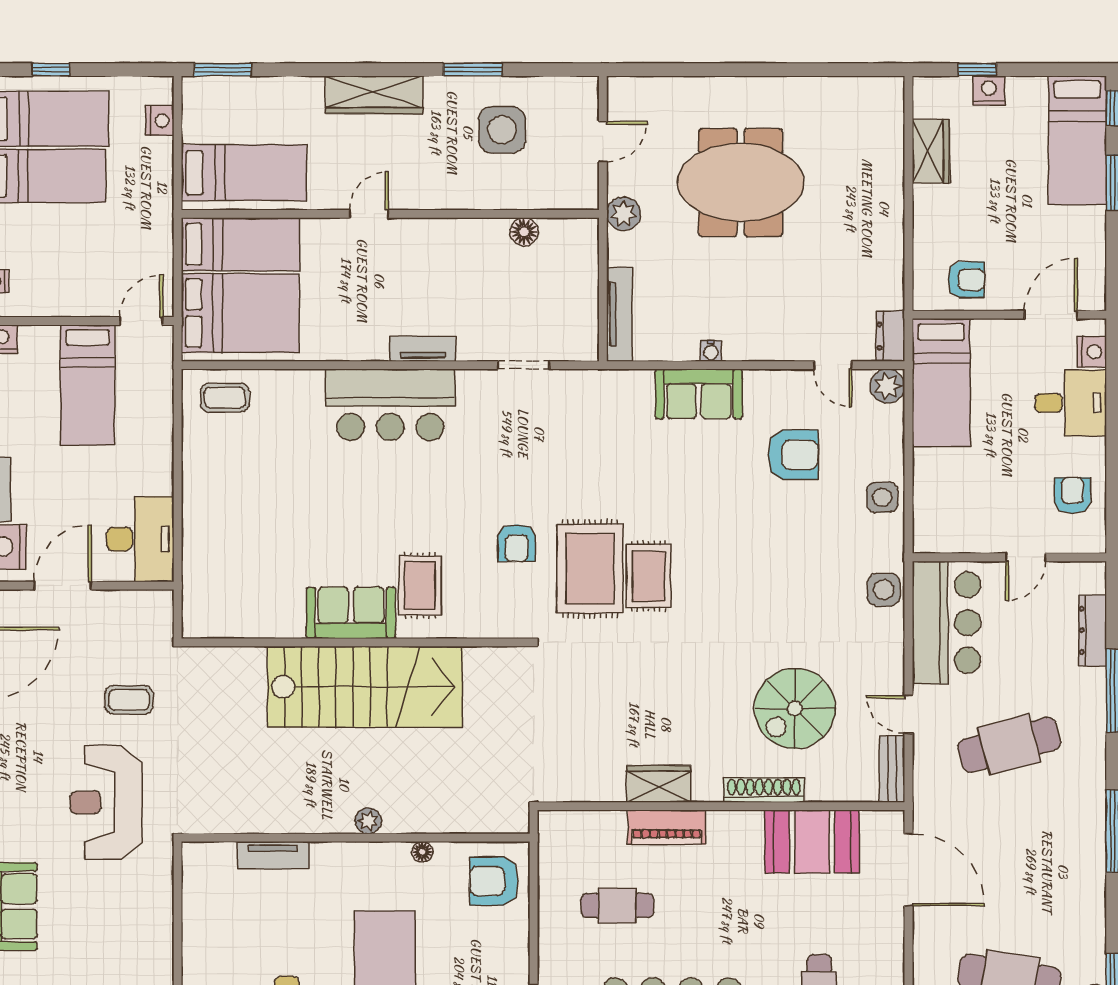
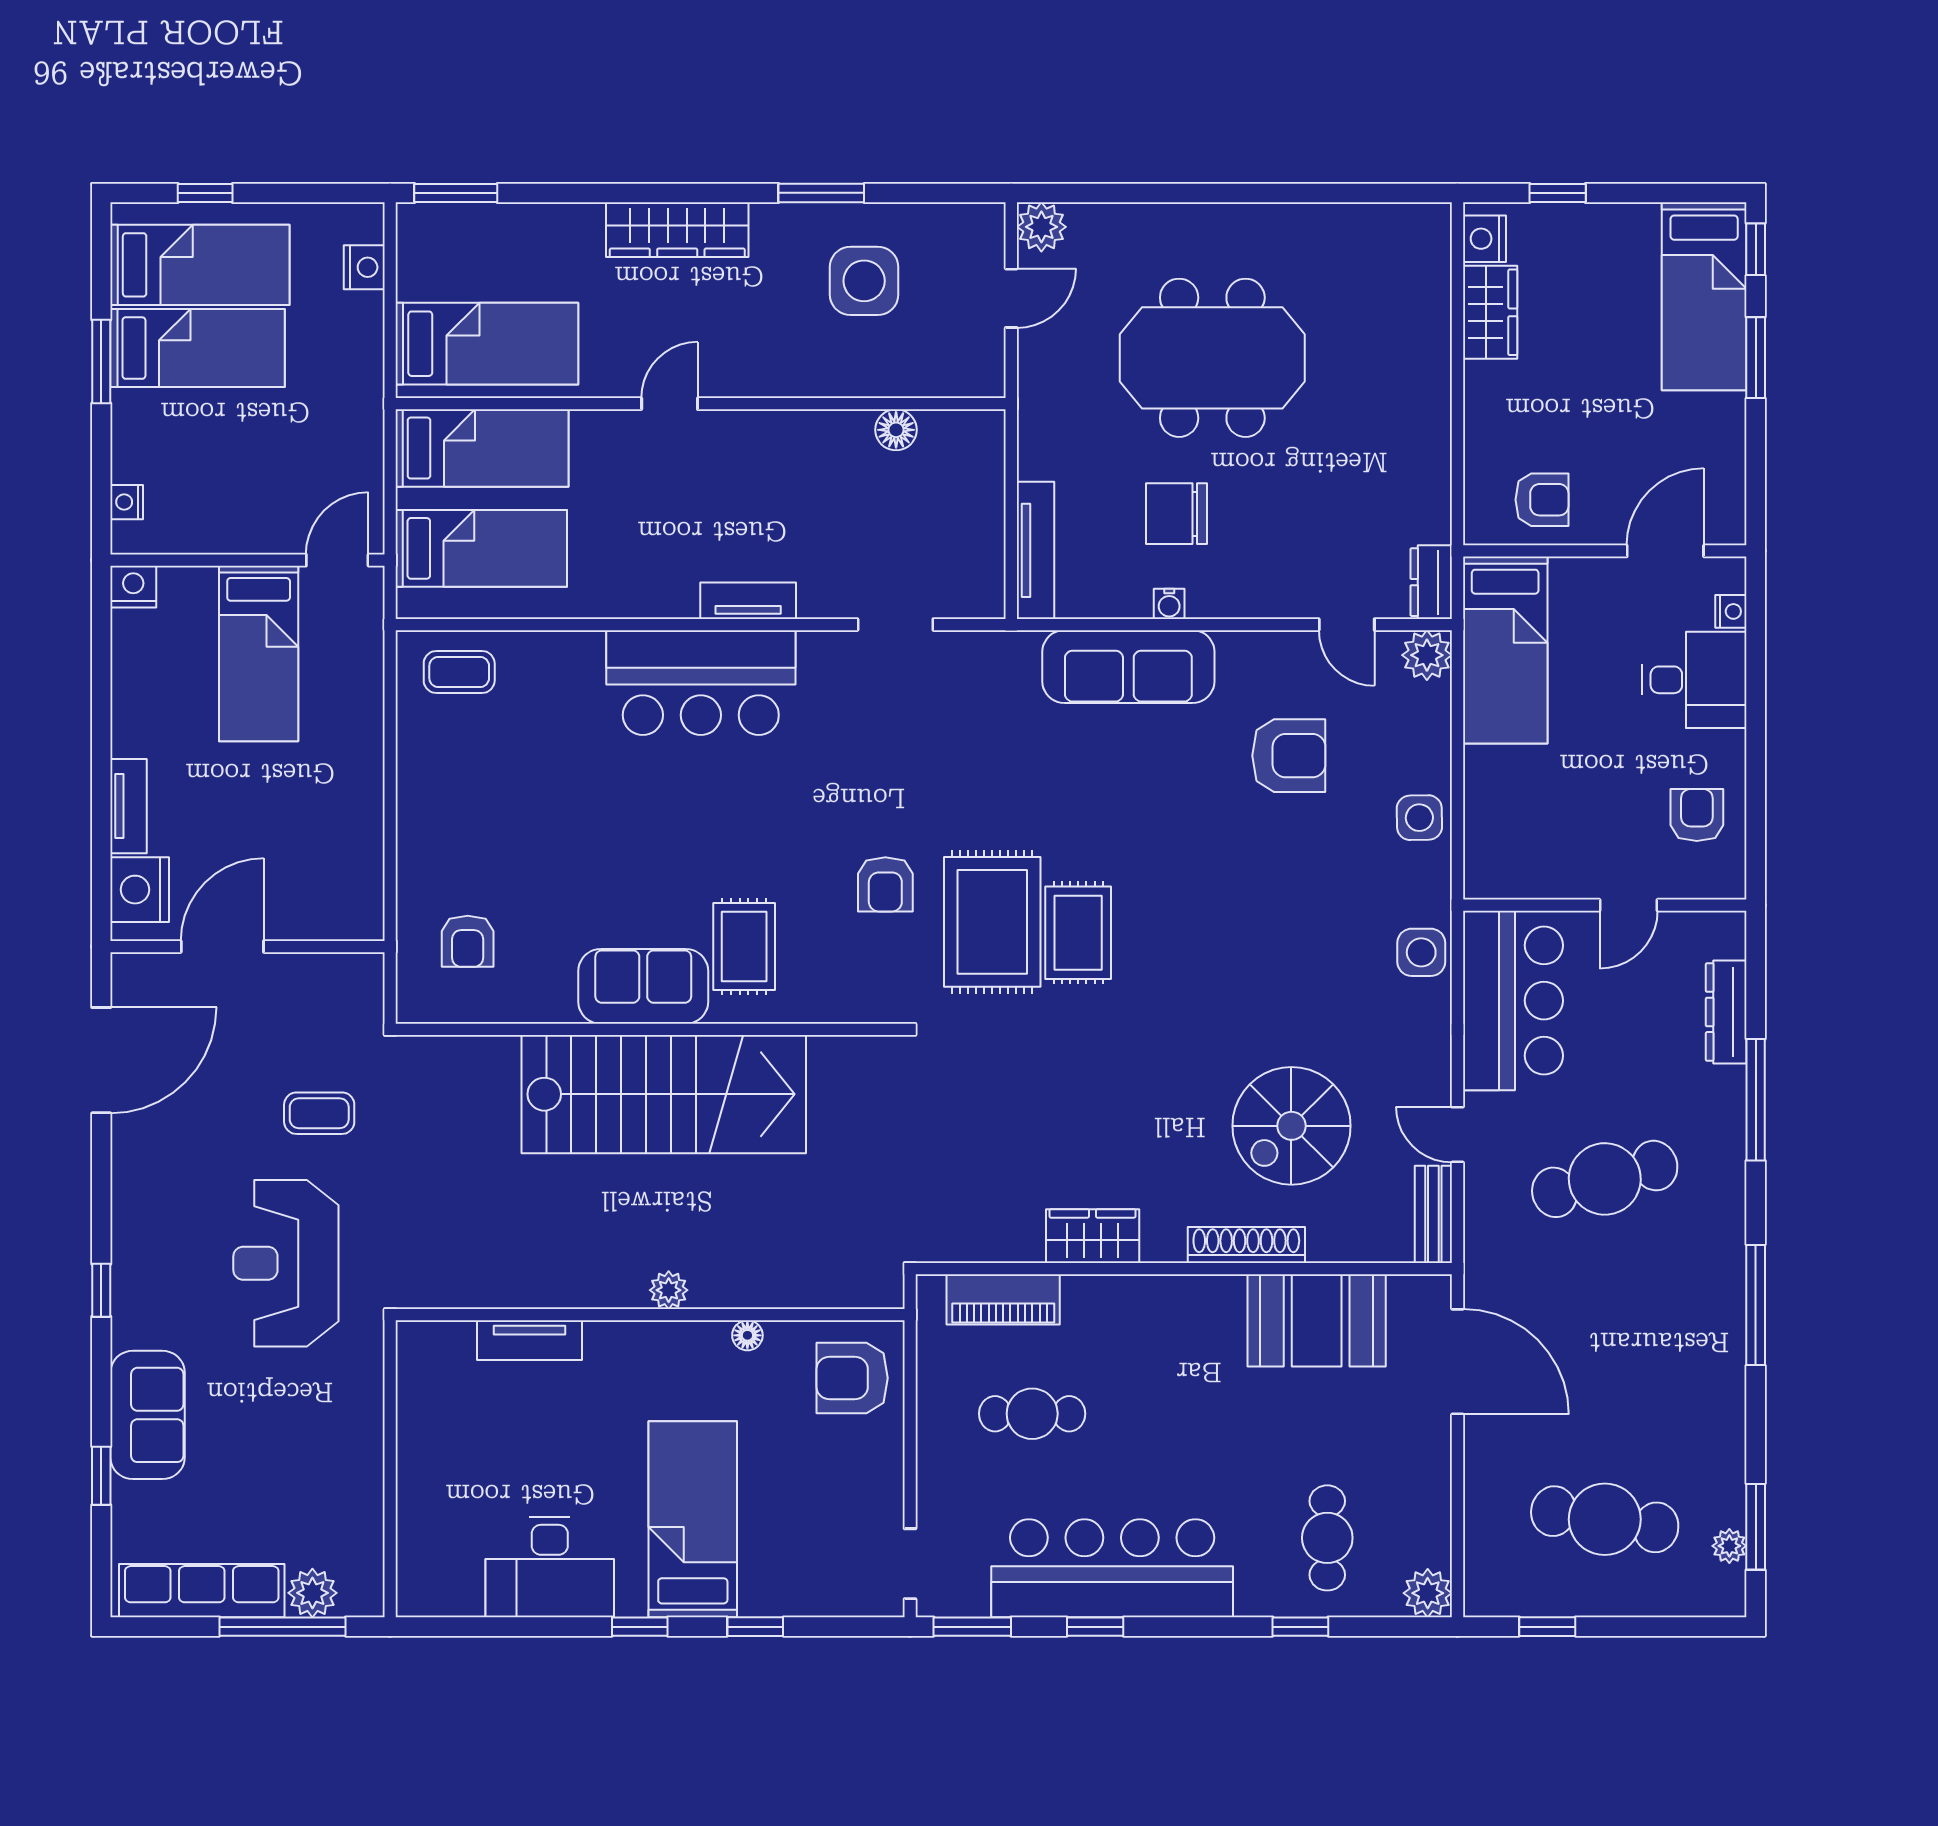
nightstand: (989, 91) -> (1484, 239), moved, turned -90
plant: (624, 214) -> (1041, 227), moved
chair: (716, 289) -> (1176, 514), added
bed: (240, 313) -> (481, 548), width x0.67
nightstand: (1092, 352) -> (1731, 611), width x0.72, depth x0.74
sofa: (699, 394) -> (1128, 667), width x1.36
desk: (140, 539) -> (335, 878), removed
armchair: (231, 582) -> (468, 941), added
piano: (667, 827) -> (1003, 1299), moved

